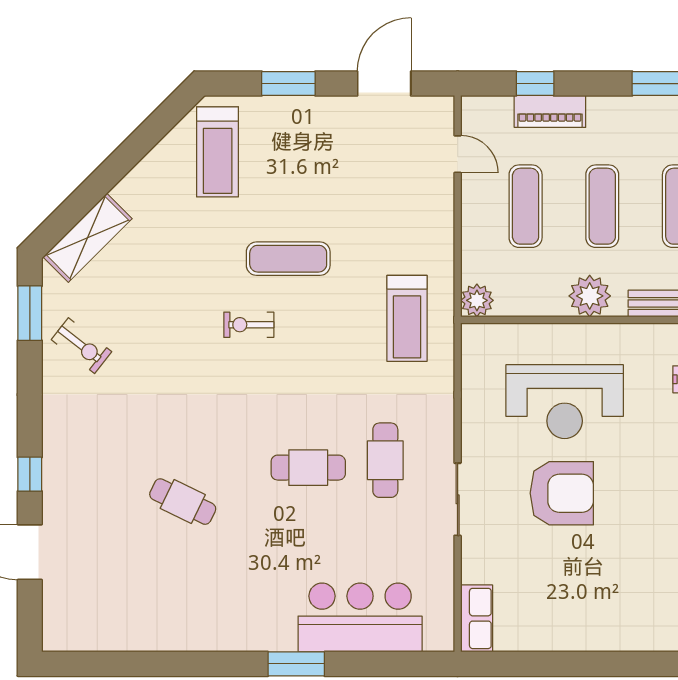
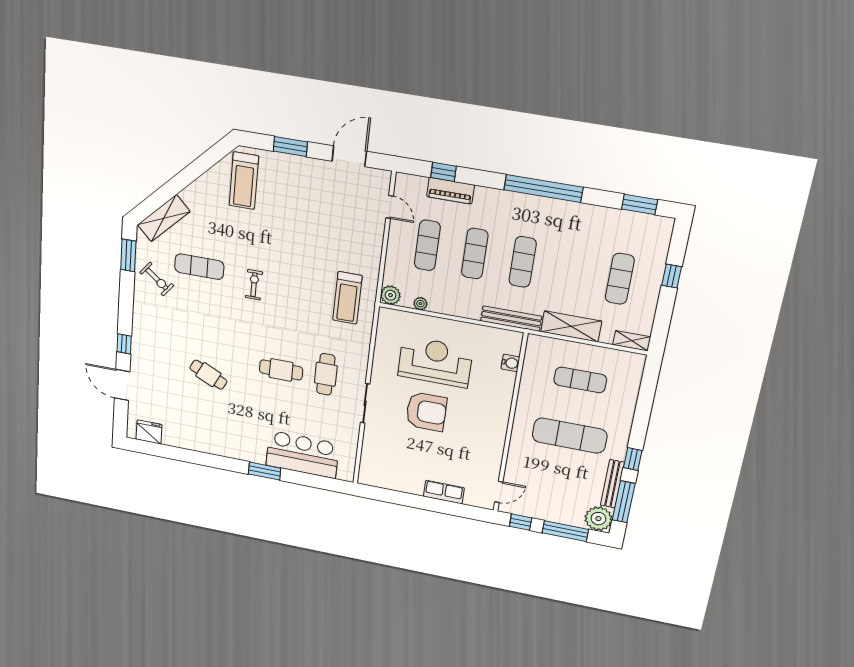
exercise mat: (288, 259) -> (199, 267), moved
plant: (590, 296) -> (420, 304), moved, width x0.53, depth x0.53
exercise bike: (249, 325) -> (254, 285), turned 90
reception desk: (565, 402) -> (435, 362), turned 180
row of seats: (477, 618) -> (444, 492), moved, turned -90
fridge: (83, 632) -> (149, 432), added

